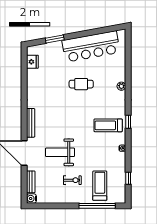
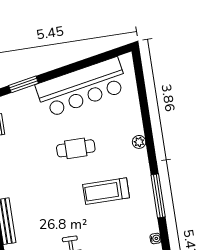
window: (128, 122) -> (158, 196), width x2.17
treadmill: (108, 125) -> (106, 191), moved

